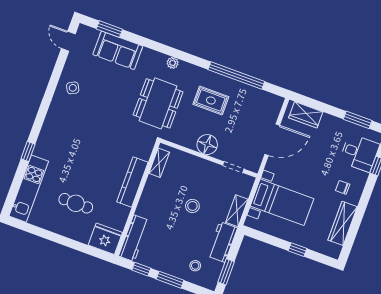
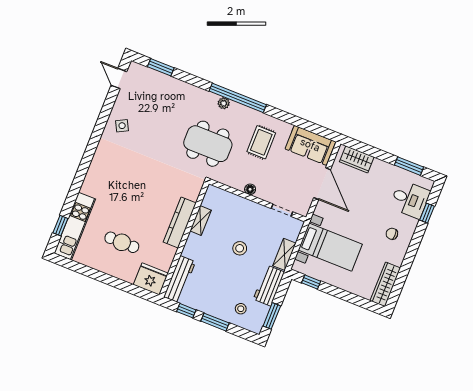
sofa: (118, 50) -> (310, 145), moved
window: (236, 75) -> (238, 98), moved
rug: (211, 100) -> (261, 142), turned 90
dining table: (158, 103) -> (208, 144), turned 90
door: (272, 140) -> (322, 184), hinge flipped
floor lamp: (207, 145) -> (250, 189), width x0.53, depth x0.53
window: (28, 151) -> (60, 226), moved
shelving: (159, 163) -> (201, 221), moved
wardrobe: (343, 223) -> (385, 284), moved
window: (298, 250) -> (311, 282), moved

